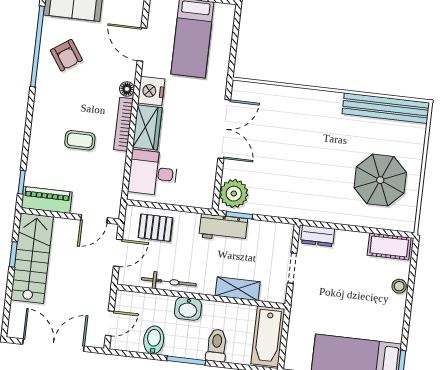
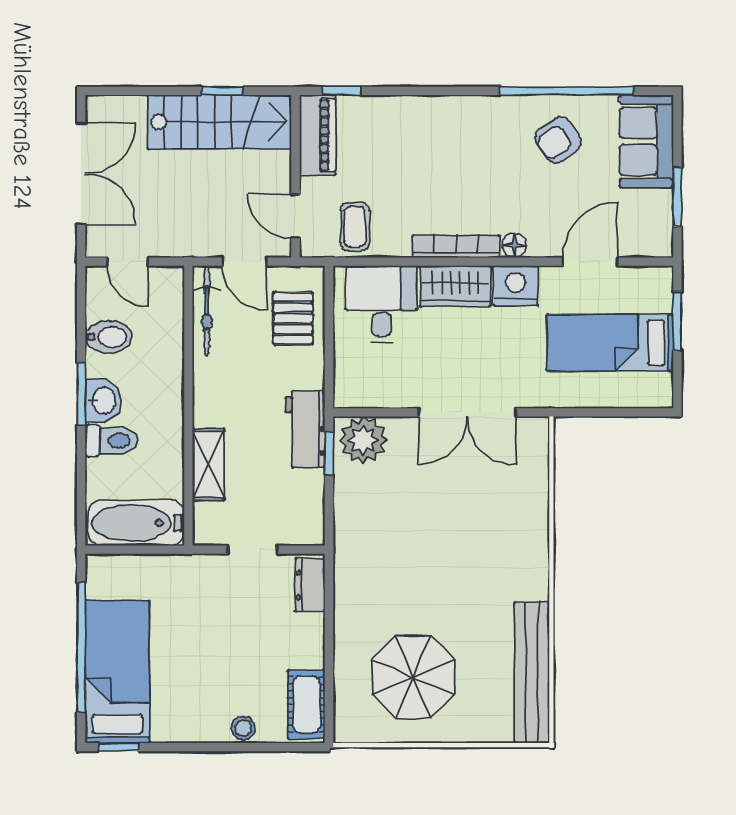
coffee table: (80, 140) -> (355, 227), moved
bicycle: (169, 282) -> (207, 311), moved
washbasin: (188, 309) -> (103, 401), moved, turned 180

